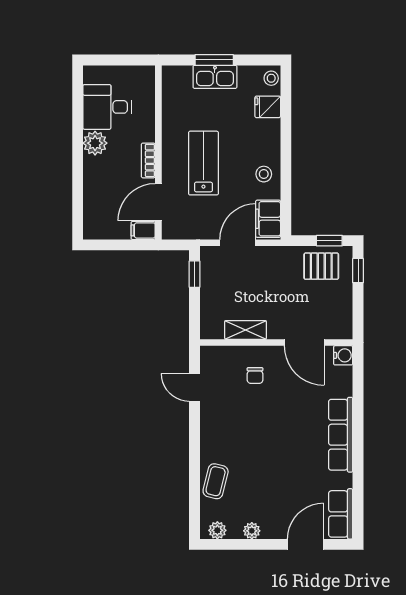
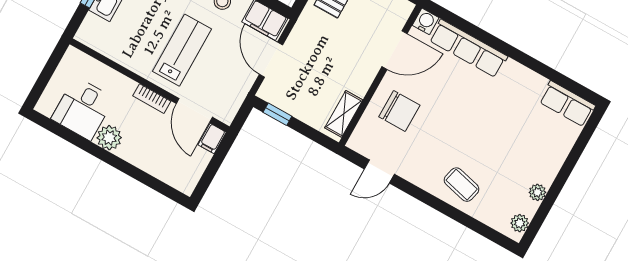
lab bench: (203, 163) -> (182, 50), turned 90
shelving: (246, 330) -> (344, 114), moved
chair: (255, 376) -> (399, 111), width x1.87, depth x1.87
row of seats: (341, 435) -> (468, 48), moved
coffee table: (216, 481) -> (462, 185), moved
door: (305, 544) -> (577, 151), removed

